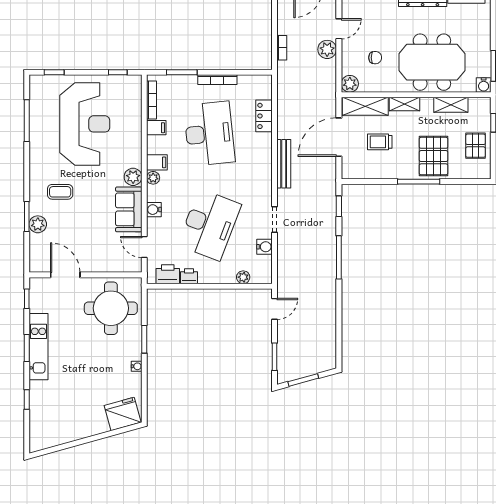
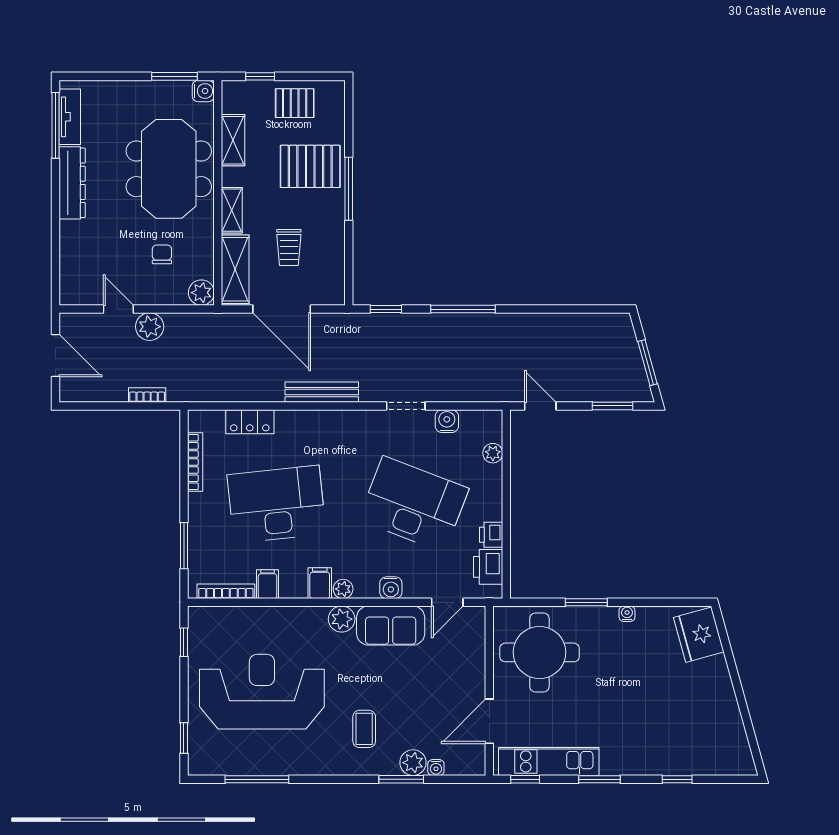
bookcase: (217, 80) -> (195, 462), moved
water cooler: (34, 239) -> (436, 768), added
kitchen unit: (38, 347) -> (549, 761), moved

